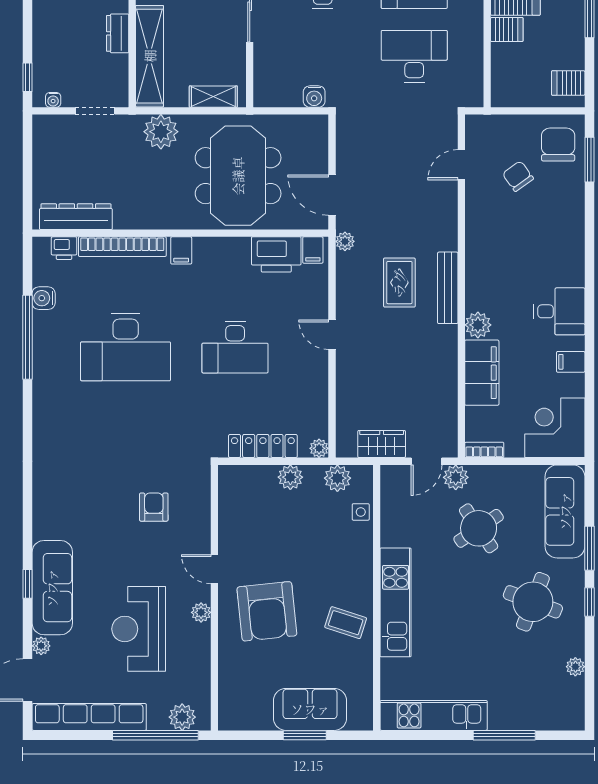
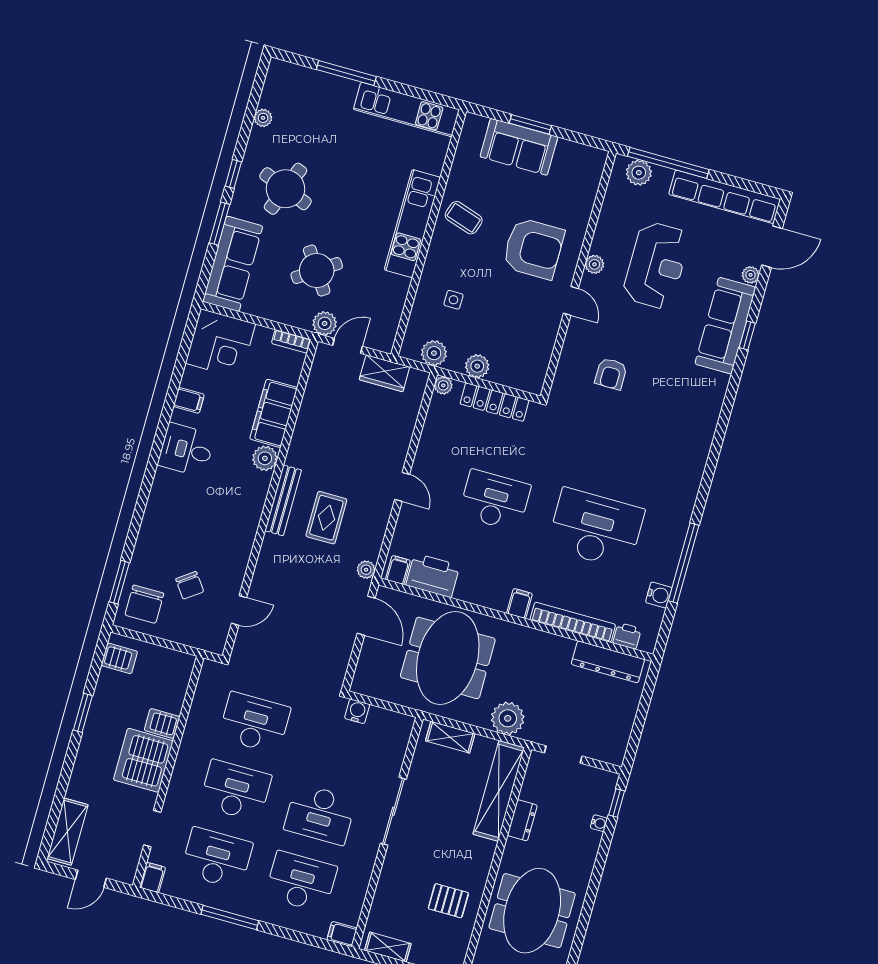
desk: (414, 56) -> (254, 723), turned 180
water cooler: (53, 100) -> (599, 823), moved, turned 90
side table: (361, 512) -> (454, 300), moved
armchair: (267, 611) -> (533, 248), turned 96

